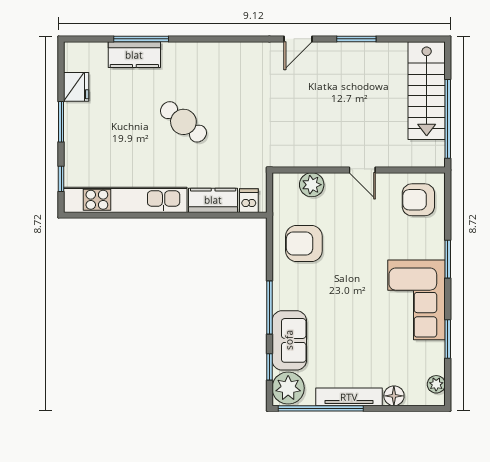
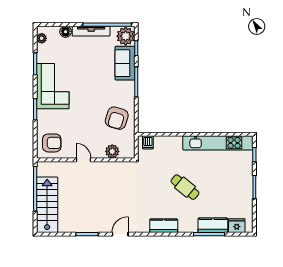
fridge: (76, 87) -> (237, 226), moved, turned 90
kitchen counter: (213, 200) -> (164, 226), moved, turned 180
armchair: (304, 243) -> (117, 118), turned 107

